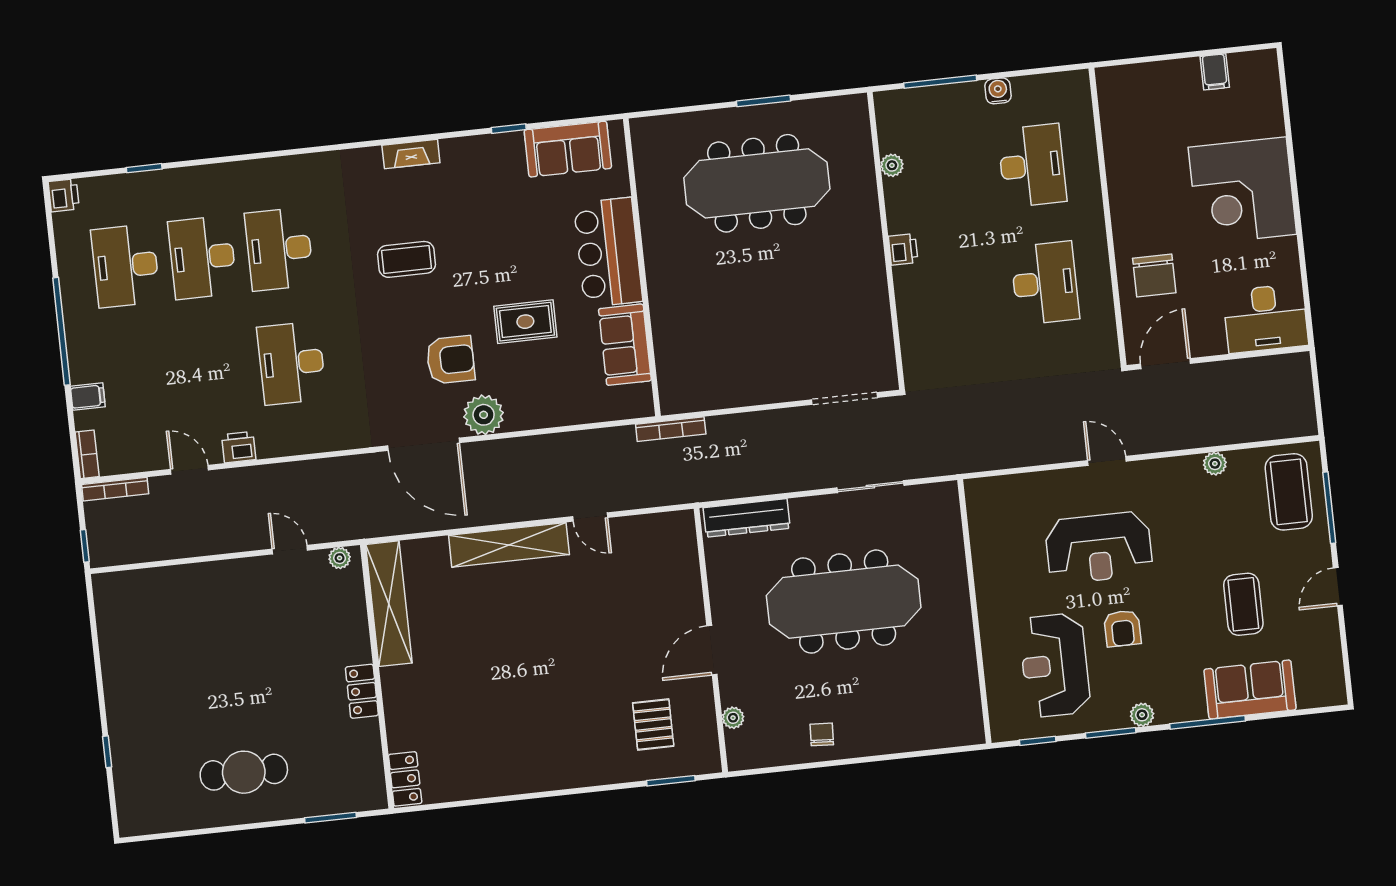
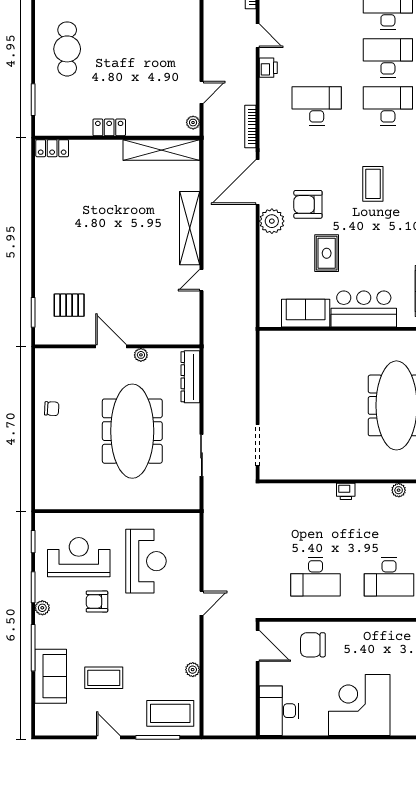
armchair: (451, 360) -> (308, 204), turned 90
bookcase: (671, 429) -> (250, 127), moved
door: (189, 470) -> (258, 36), hinge flipped
reception desk: (1099, 548) -> (146, 561), moved, turned 180
plant: (733, 718) -> (141, 355), moved

